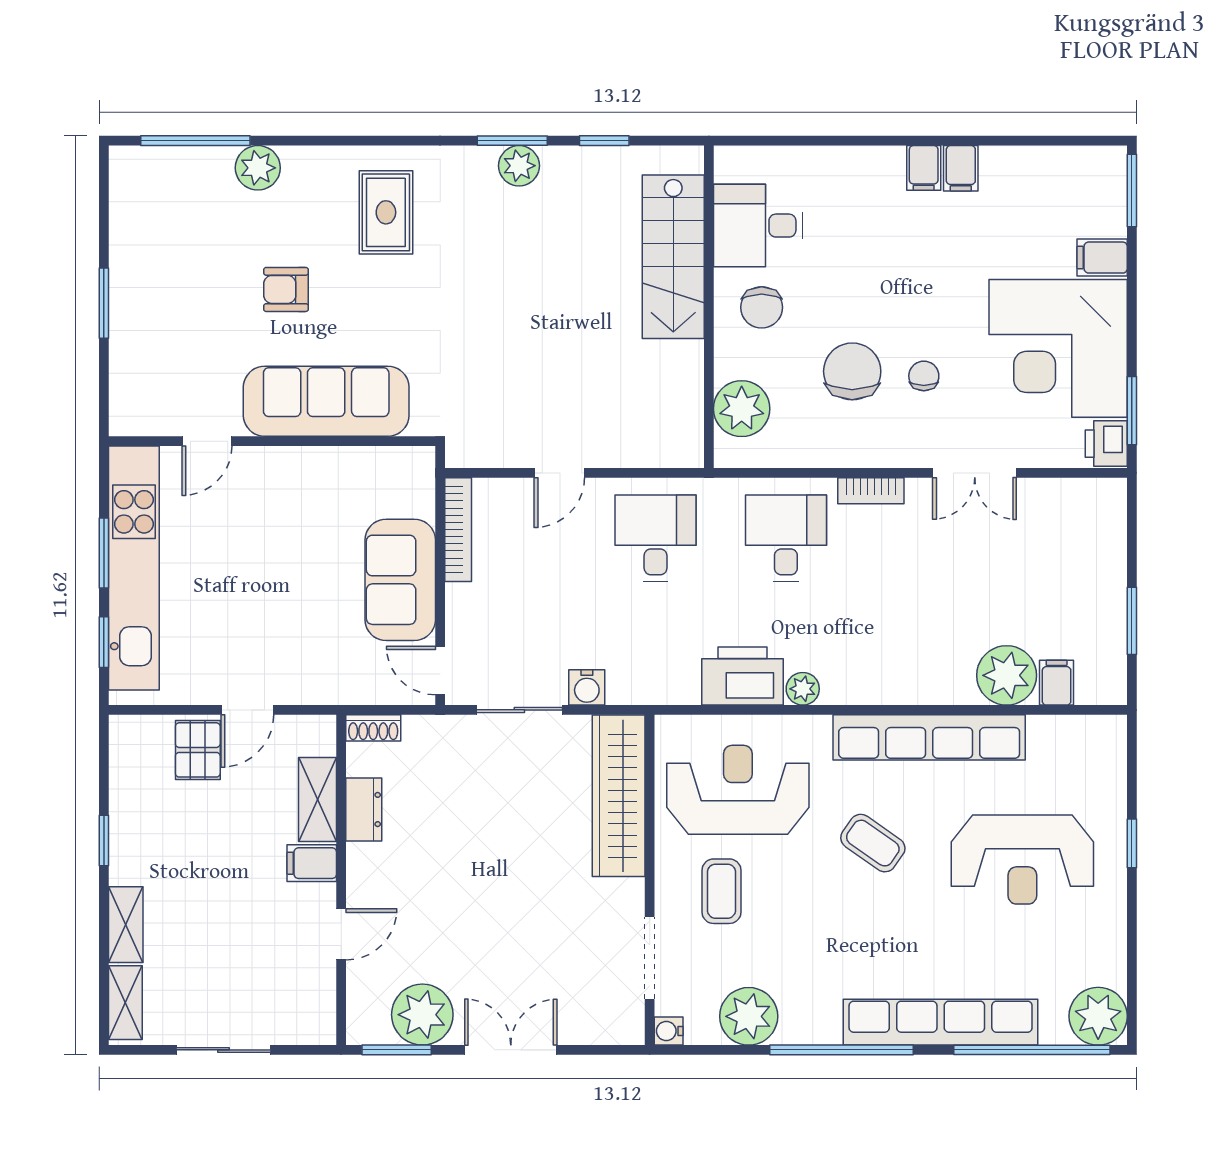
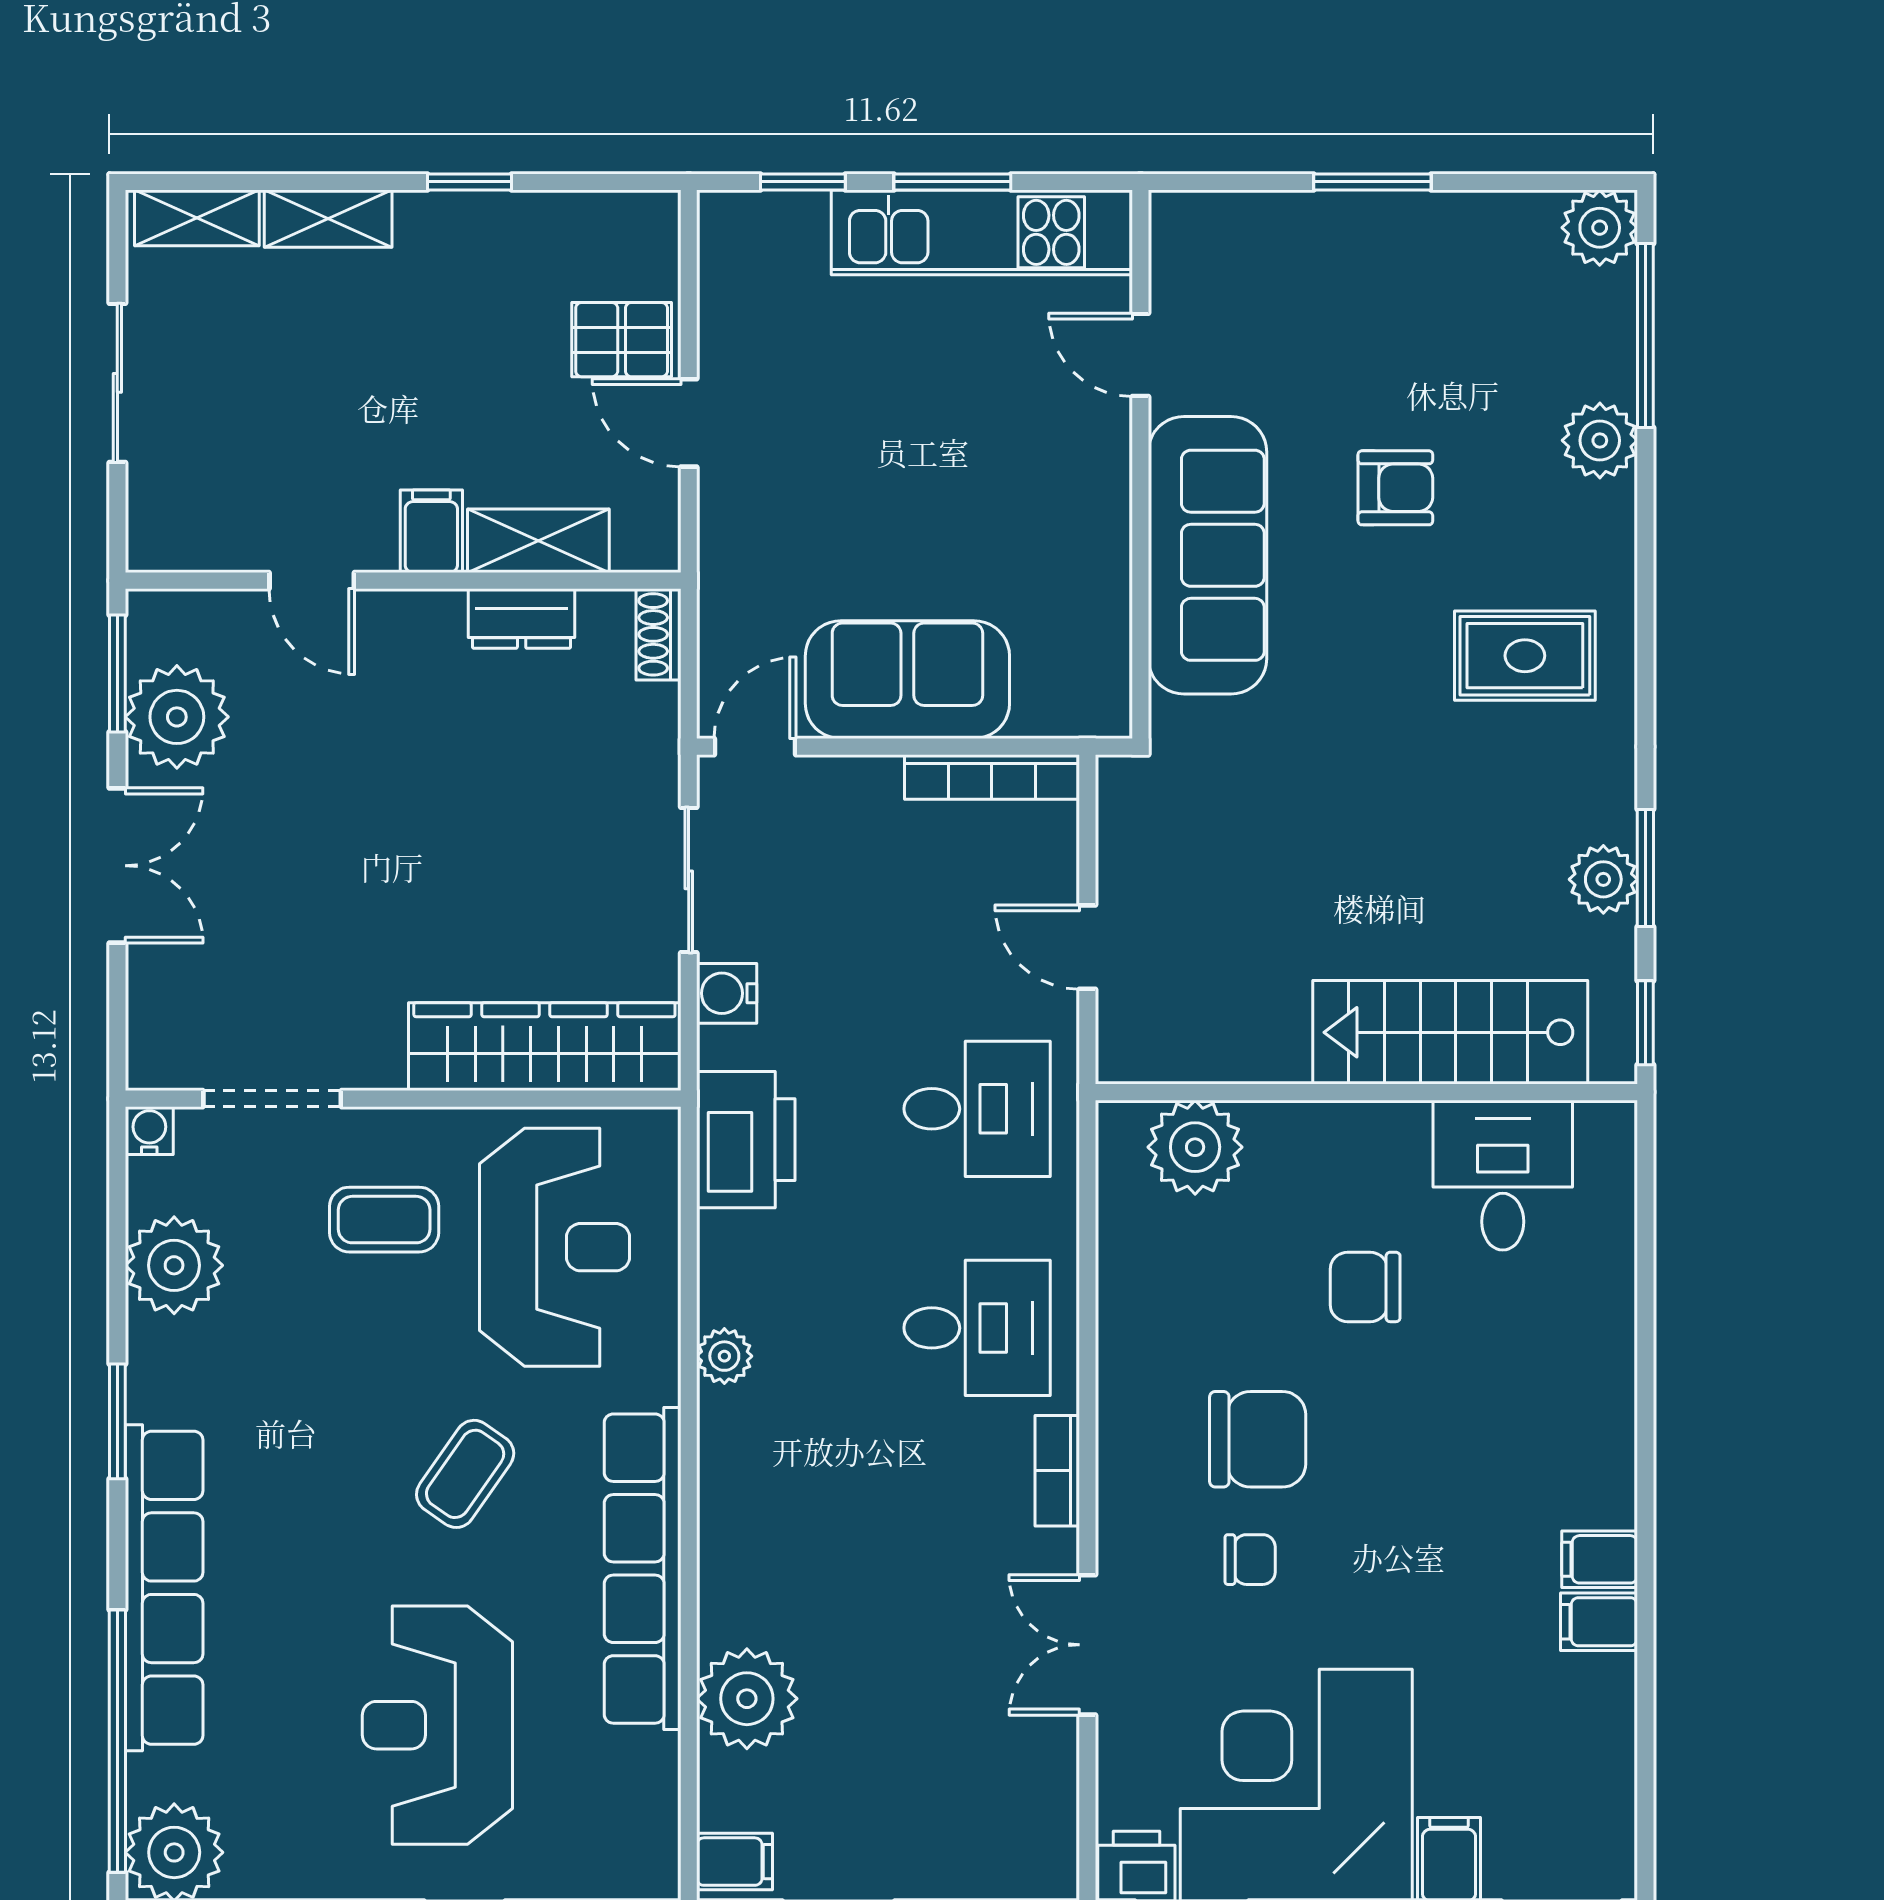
plant: (131, 168) -> (1600, 228), added
desk: (758, 226) -> (1503, 1175), moved
stairs: (673, 257) -> (1450, 1032), moved
armchair: (286, 289) -> (1395, 488), turned 90
wall: (709, 307) -> (1366, 1092), moved
plant: (742, 409) -> (1195, 1147), moved
kitchen unit: (134, 568) -> (982, 232), width x0.73
printer: (743, 676) -> (746, 1140), moved
filing cabinet: (1057, 683) -> (735, 1862), moved
window: (842, 1050) -> (117, 1421), width x0.47

